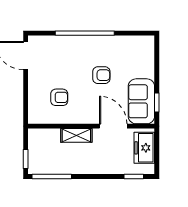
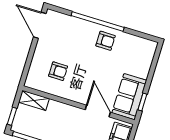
armchair: (101, 75) -> (106, 41), moved
shelving: (76, 135) -> (34, 100), moved

